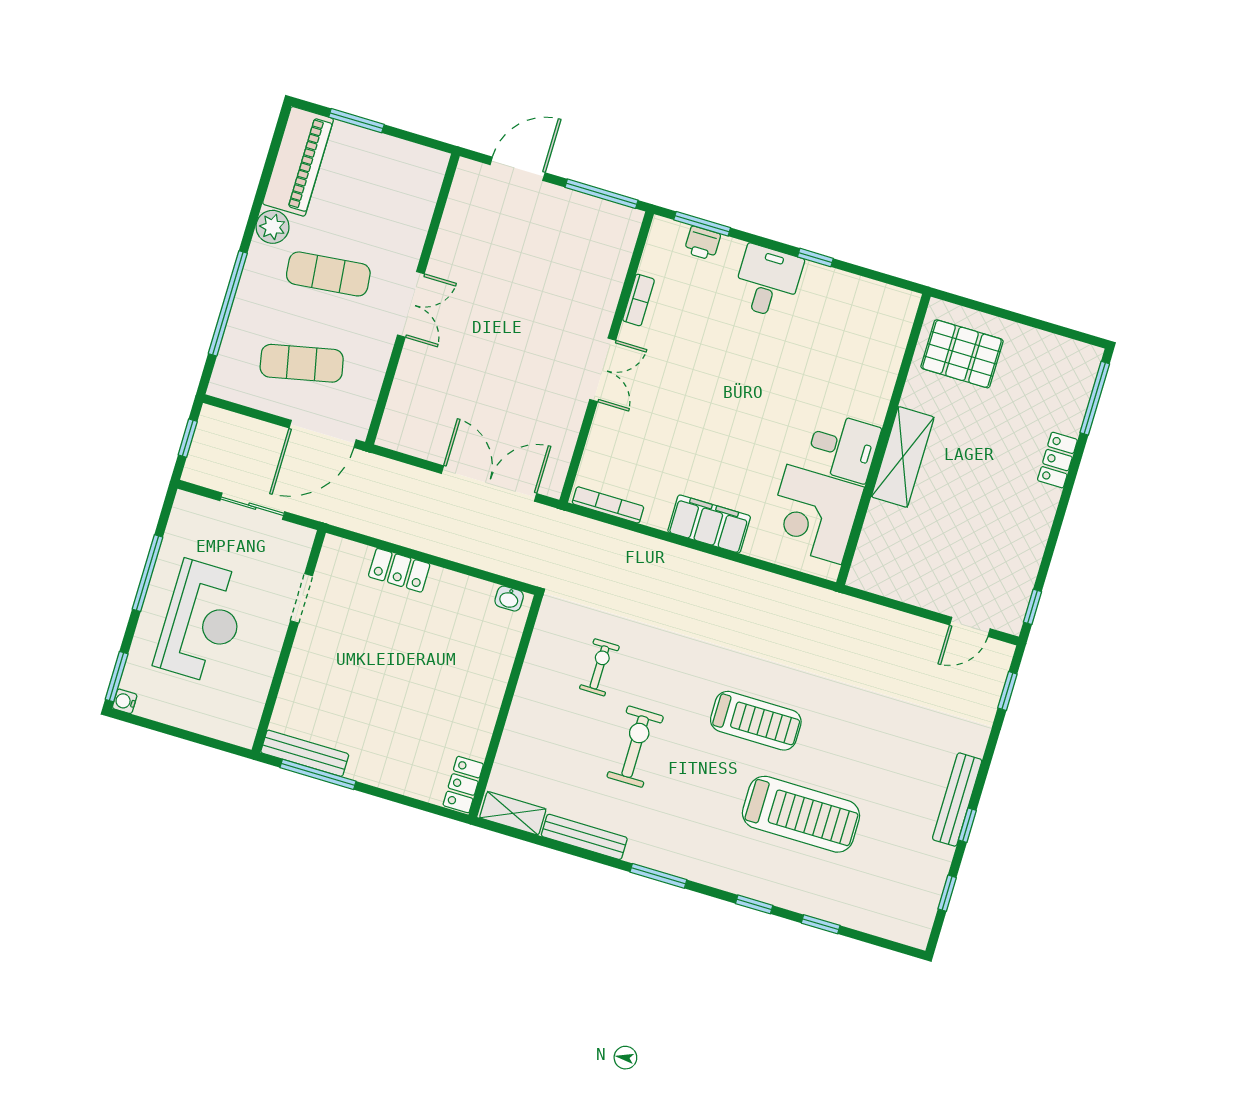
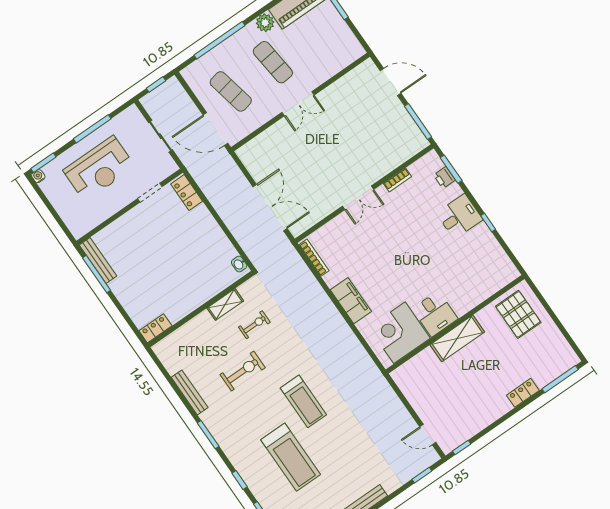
locker: (399, 570) -> (187, 193), moved
shelving: (513, 813) -> (225, 304), moved, turned 90

